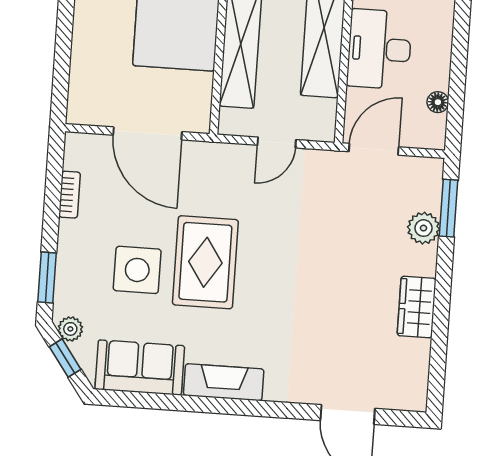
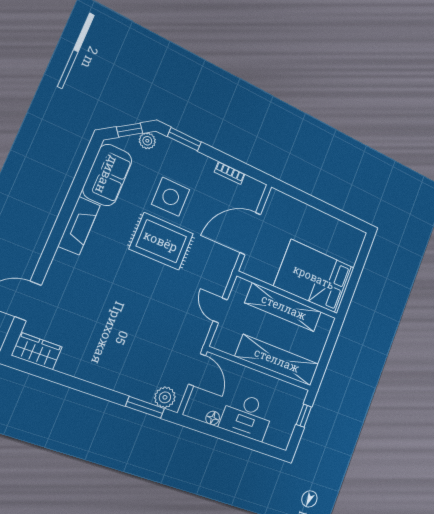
desk: (379, 49) -> (247, 416), moved, turned 180
plant: (424, 228) -> (165, 397), moved
wardrobe: (417, 307) -> (37, 351), moved

